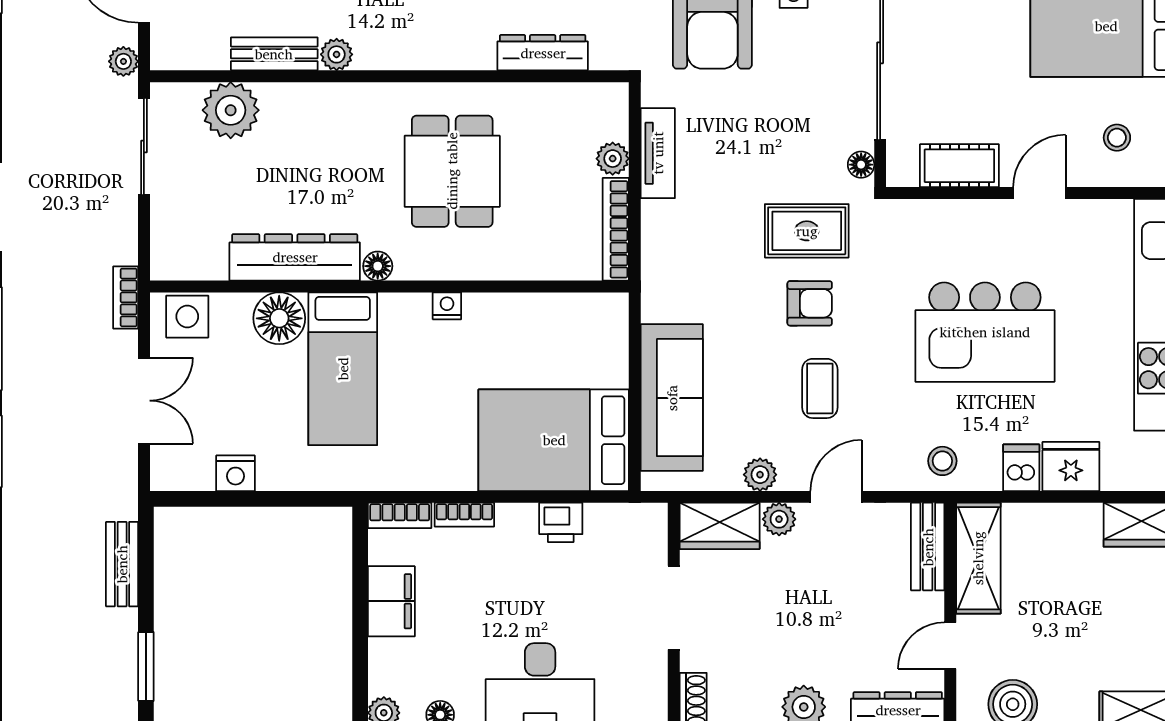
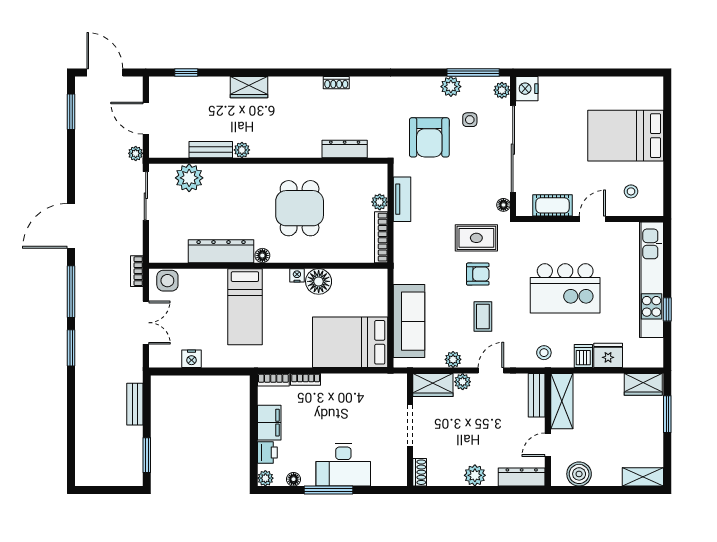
floor lamp: (279, 318) -> (319, 281), moved
printer: (561, 522) -> (267, 452), moved, turned -90

